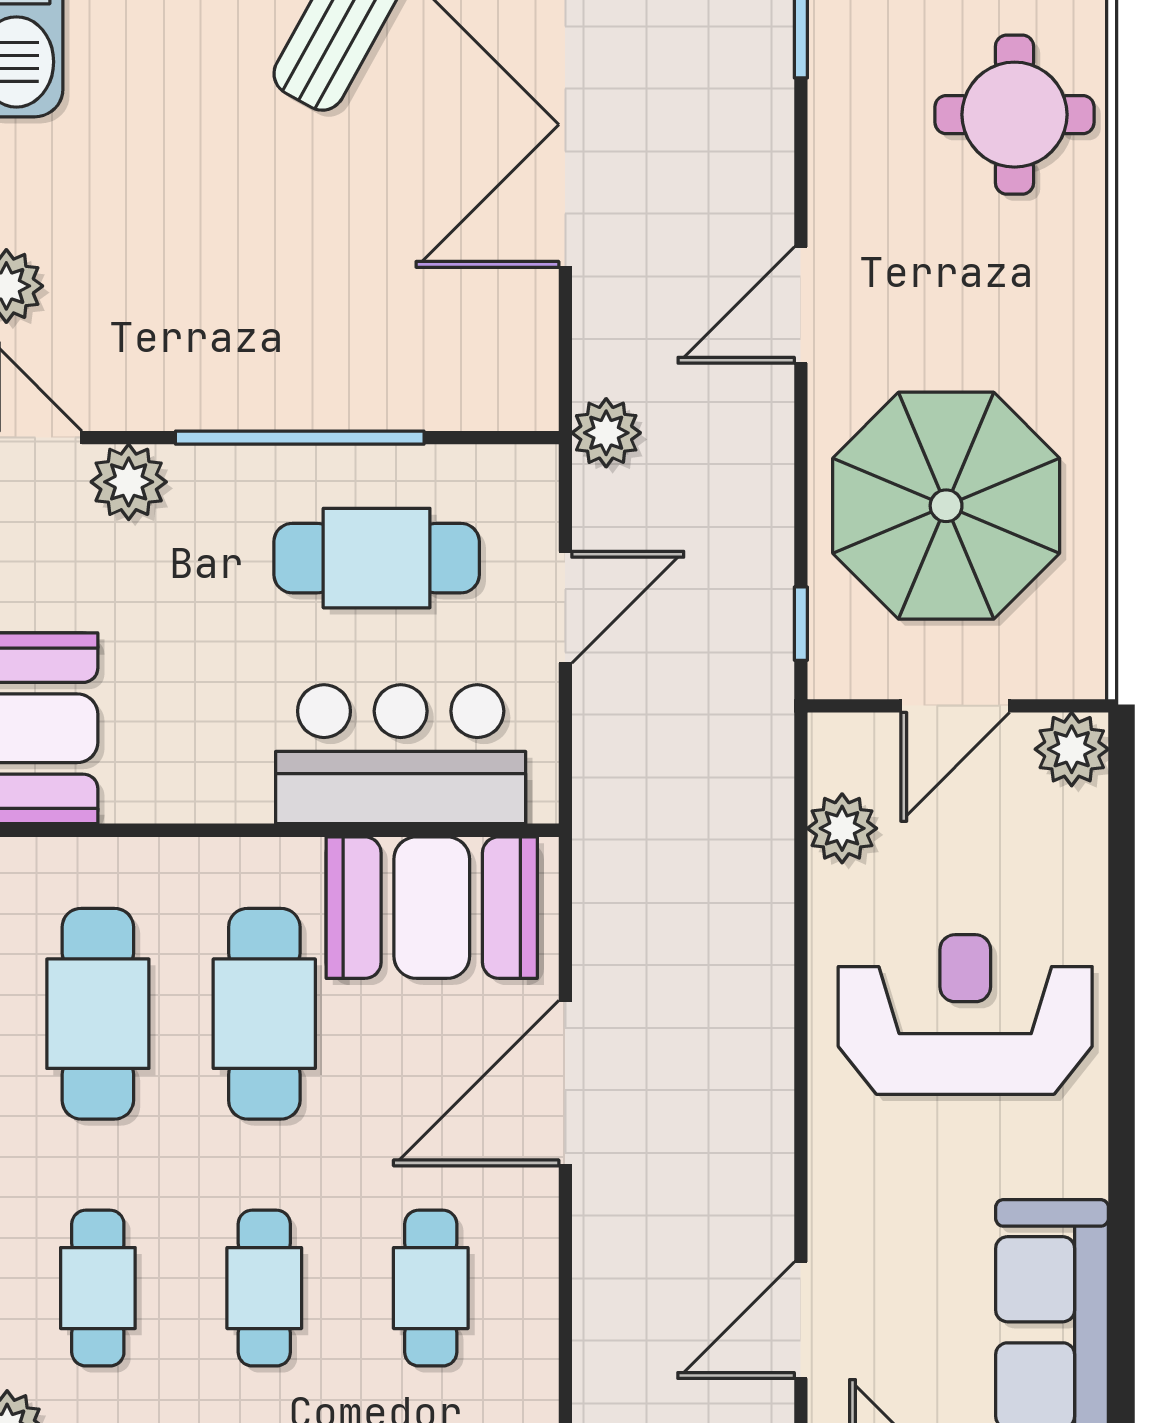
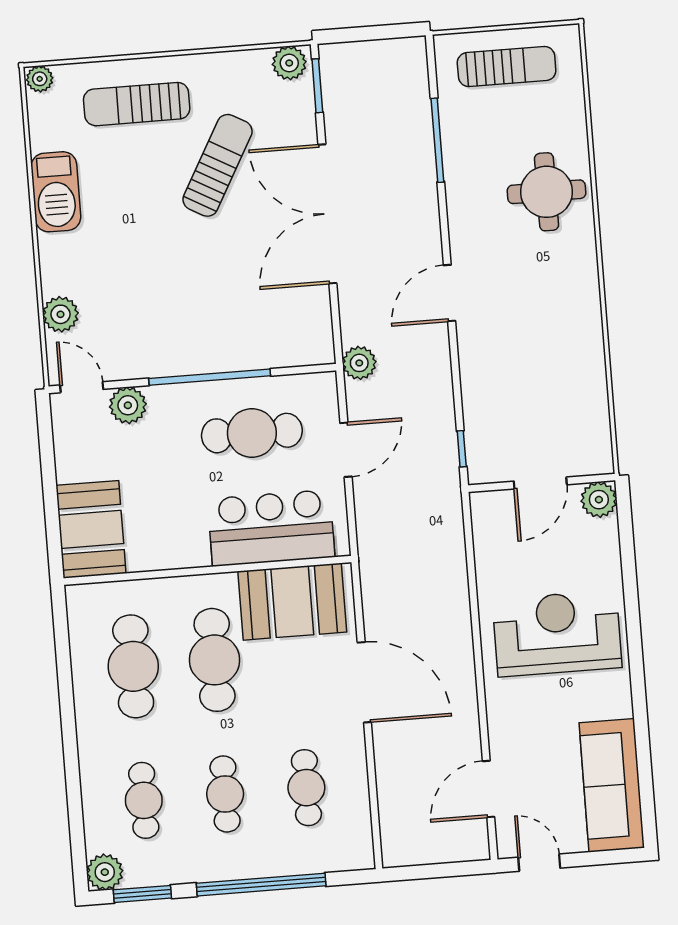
parasol: (946, 506) -> (528, 386), removed
plant: (842, 828) -> (490, 547), removed
door: (565, 1083) -> (364, 682), swing flipped

